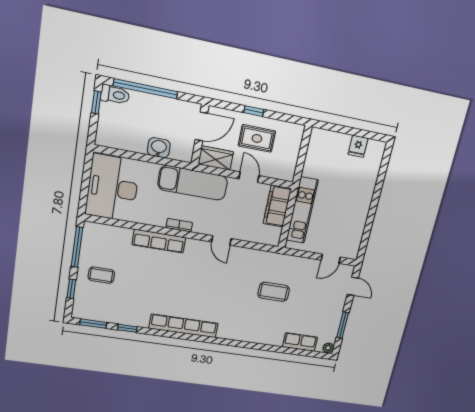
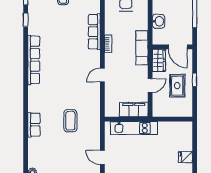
exam couch: (193, 183) -> (142, 48), width x0.73, depth x0.69
row of seats: (300, 342) -> (34, 125), moved

